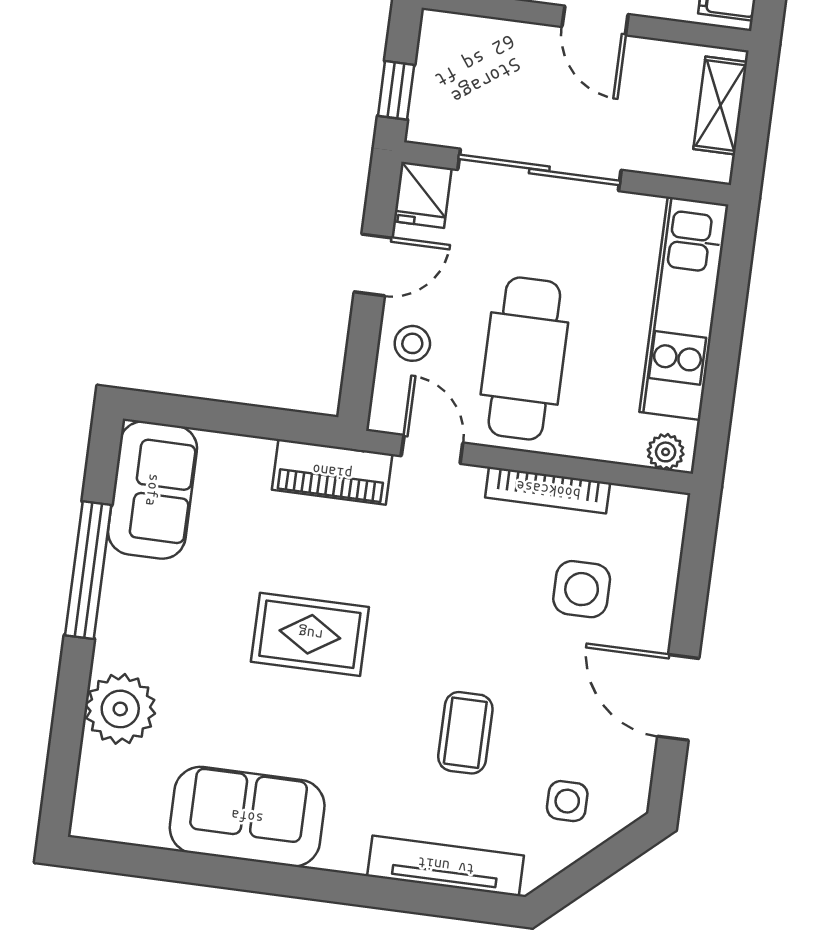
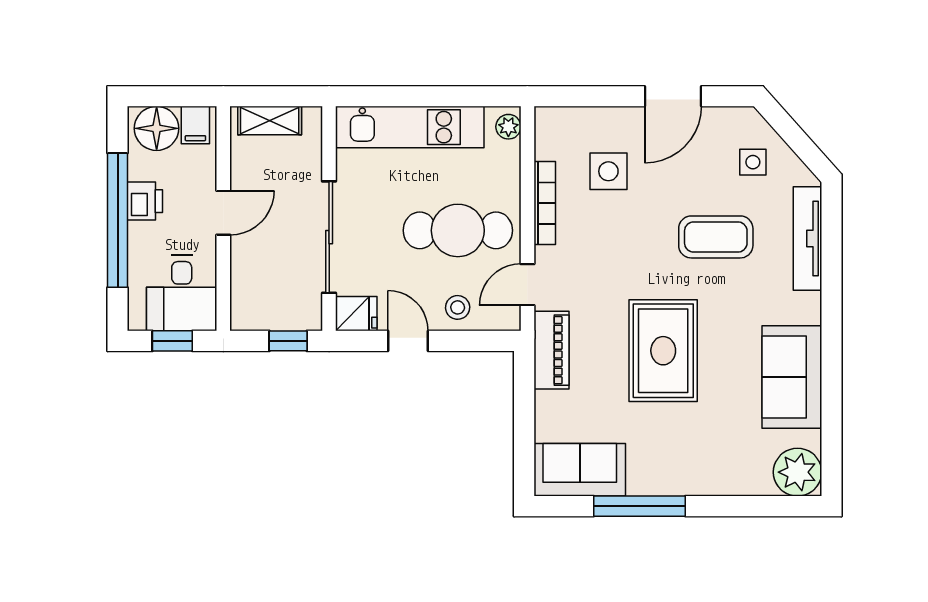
rug: (310, 634) -> (663, 351), width x1.36, depth x1.43
plant: (120, 709) -> (797, 472), moved
coffee table: (465, 733) -> (716, 237), width x1.36, depth x1.30

